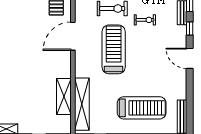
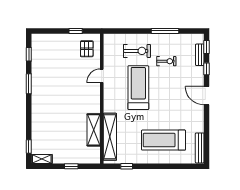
door: (73, 36) -> (102, 76), width x0.53
treadmill: (142, 108) -> (163, 140), turned 180

